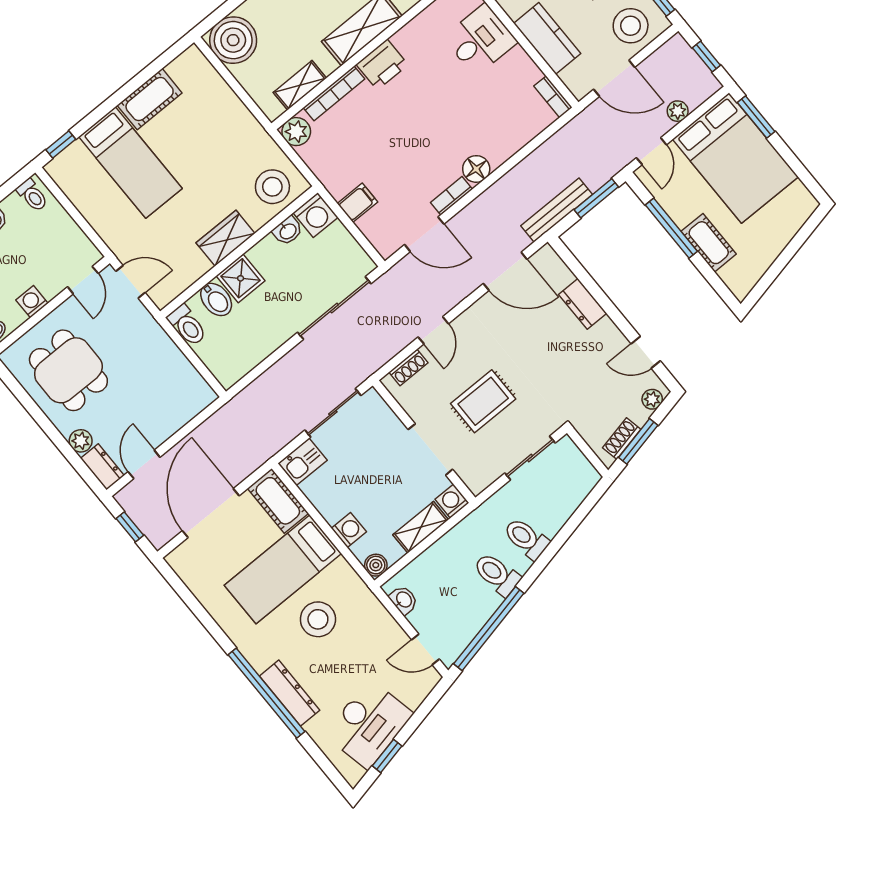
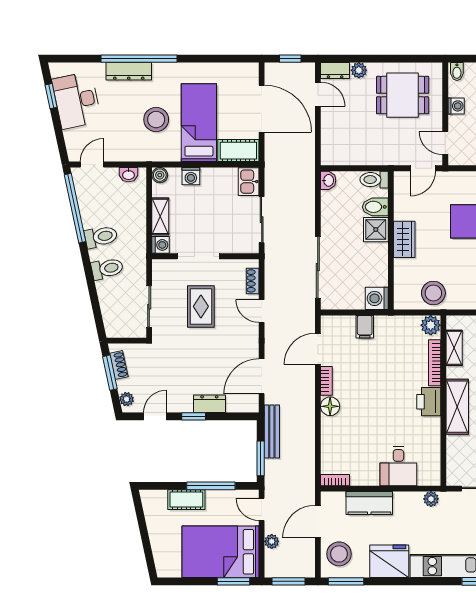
window: (706, 56) -> (289, 581), width x1.50
stool: (272, 187) -> (433, 293), moved
washbasin: (288, 231) -> (328, 180), moved, turned 180
window: (611, 310) -> (194, 416), added

